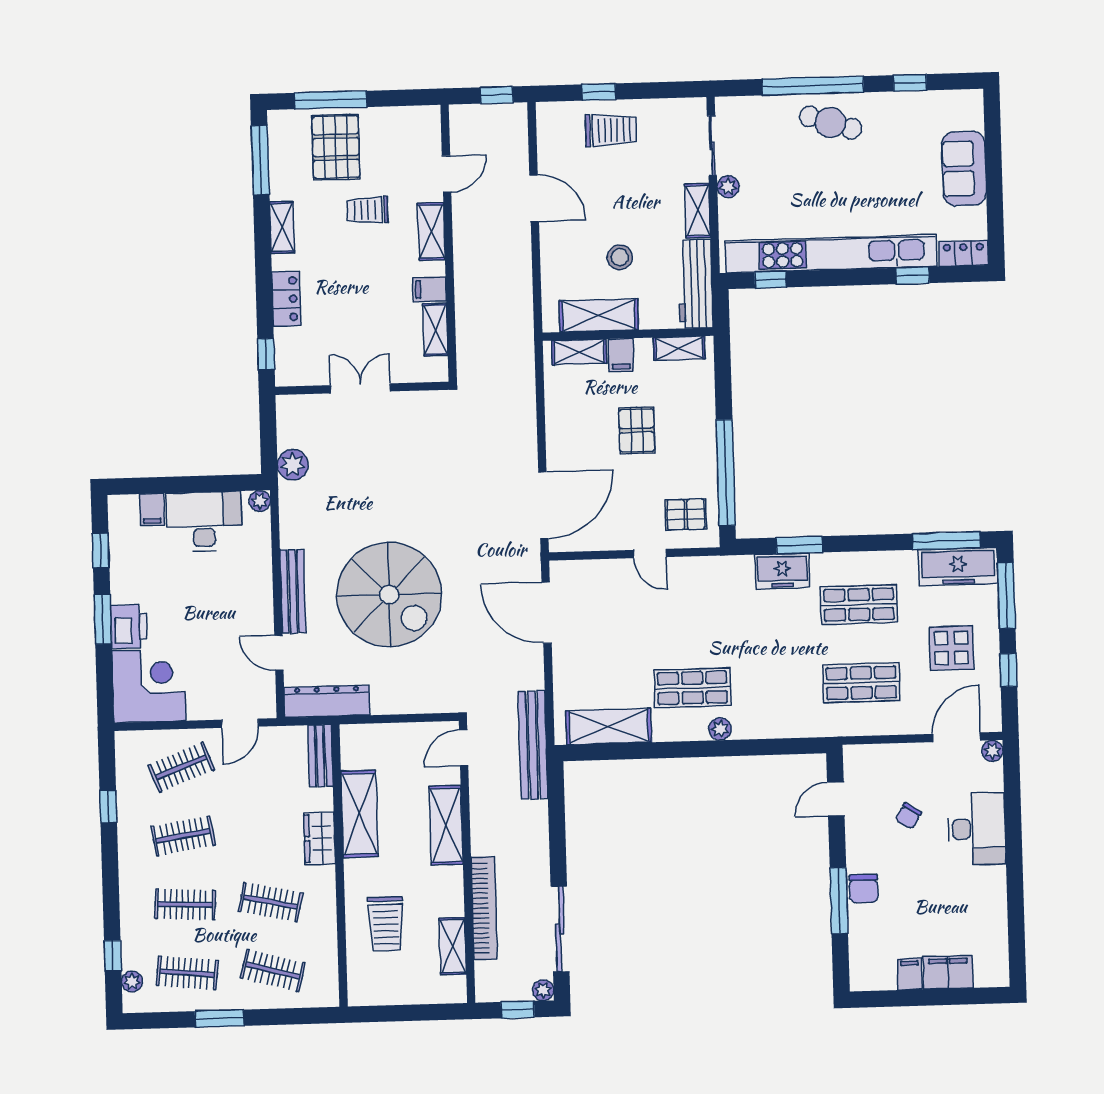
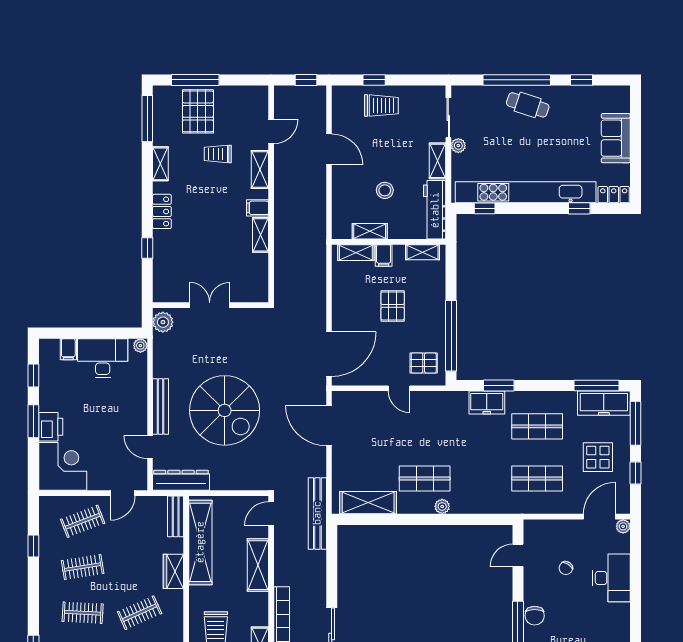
shelving: (599, 315) -> (370, 231), width x0.67, depth x0.75
double door: (360, 388) -> (210, 305), moved
wall: (362, 388) -> (211, 305), moved
shelving: (359, 814) -> (200, 542), width x1.47
clothes rail: (271, 902) -> (140, 613), turned -36

